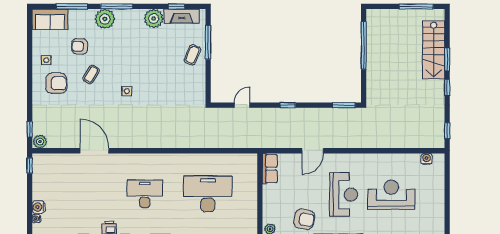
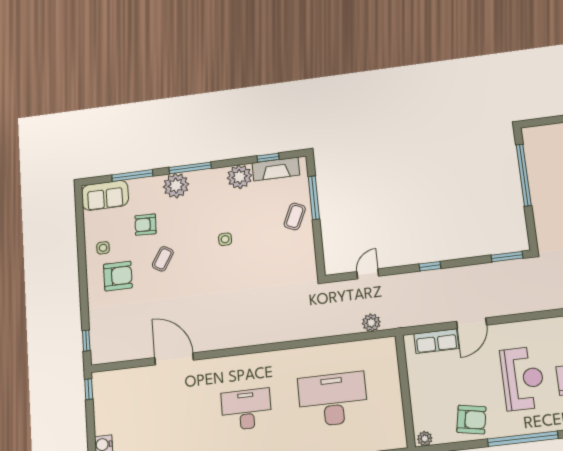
side table: (127, 91) -> (225, 239), moved
plant: (40, 142) -> (371, 323), moved
row of seats: (270, 169) -> (436, 341), moved, turned 90

